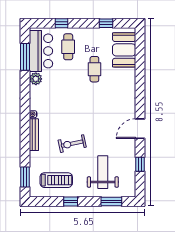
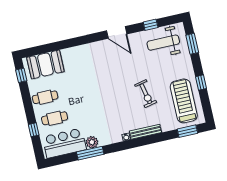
window: (106, 23) -> (21, 75), moved
window: (25, 57) -> (90, 153), moved
cafe table: (94, 69) -> (45, 97), moved
weight bench: (103, 172) -> (163, 43), moved
treadmill: (56, 180) -> (184, 101), width x1.37, depth x1.37

